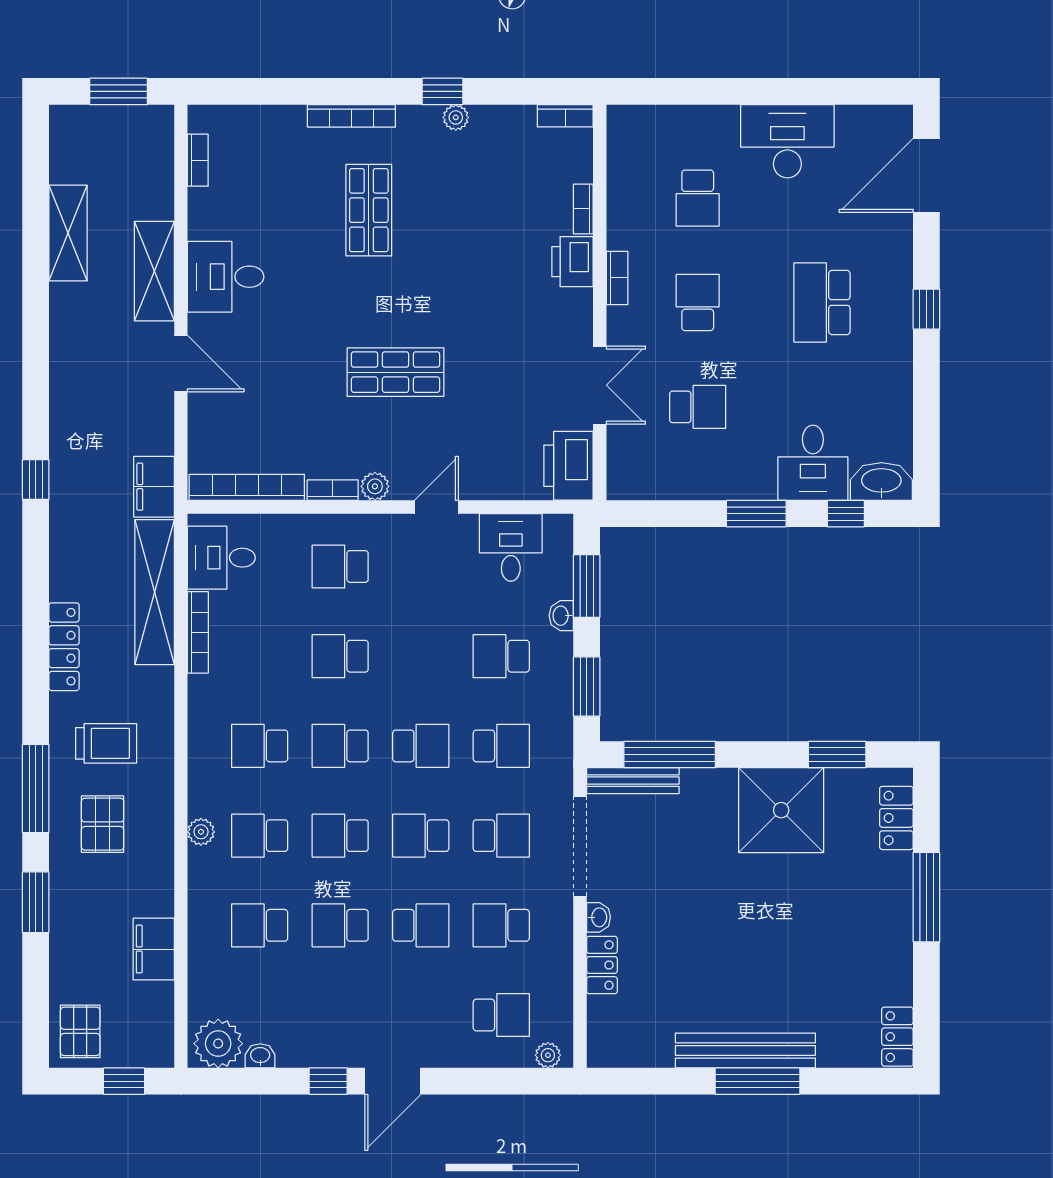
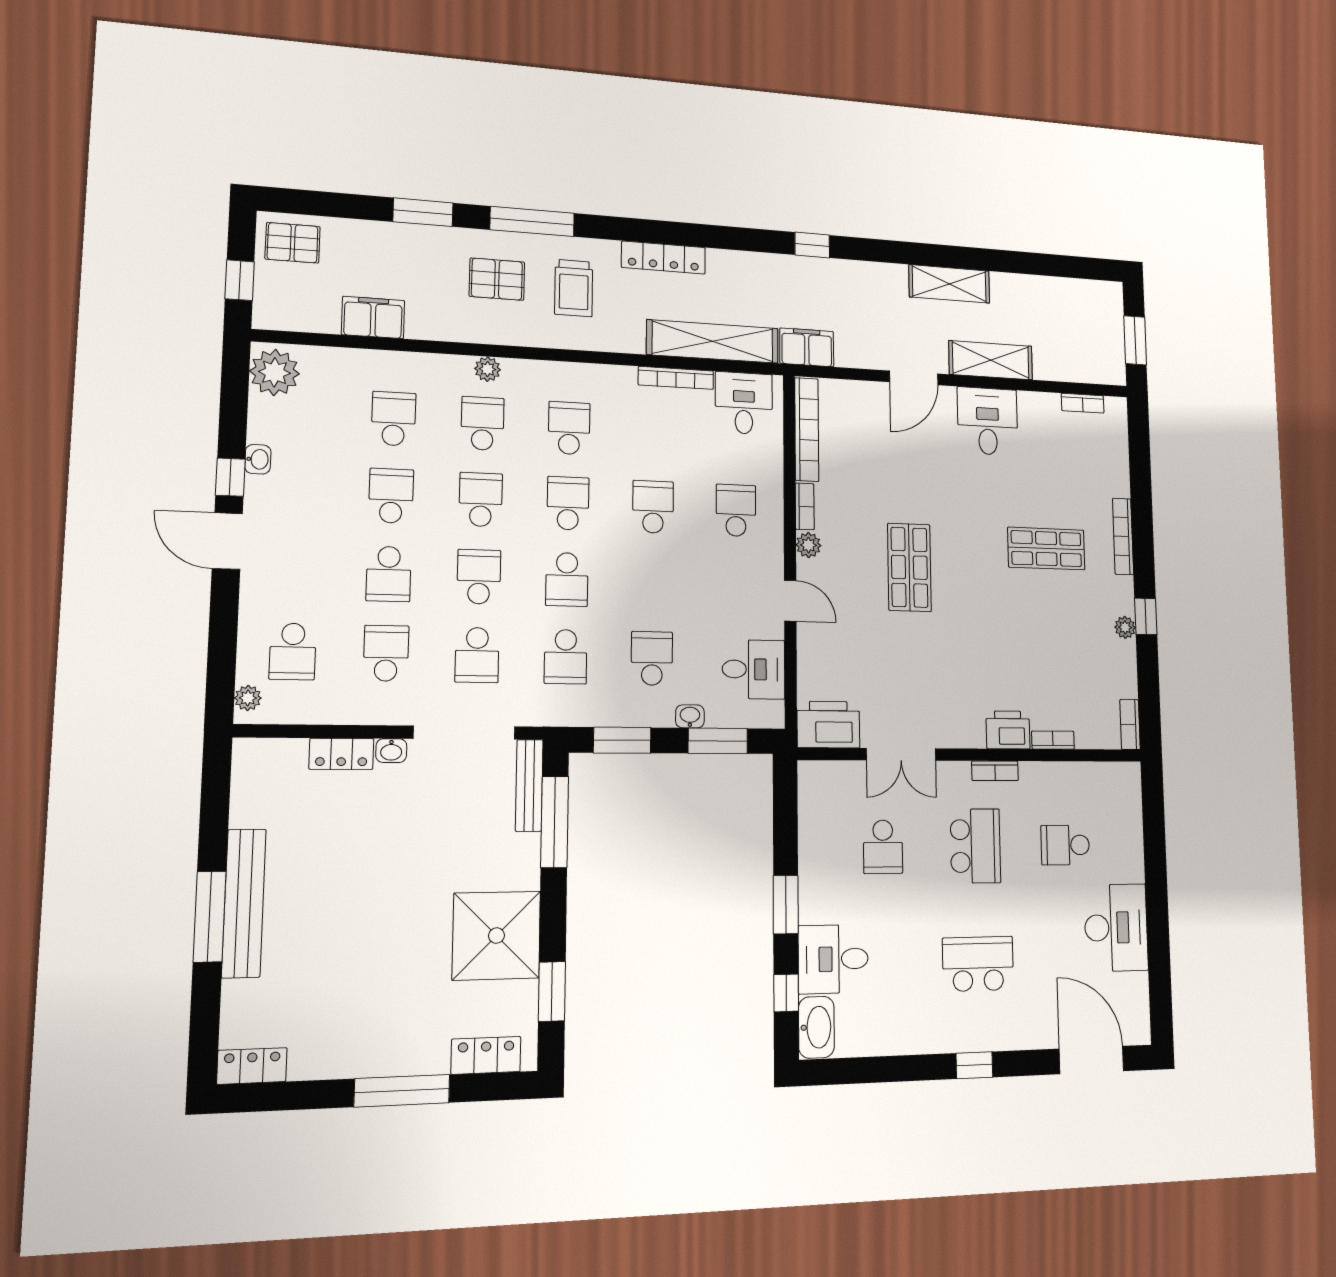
shelving: (68, 233) -> (949, 284), moved
school desk: (698, 303) -> (975, 846), width x1.85
washbasin: (260, 1056) -> (258, 459), moved

